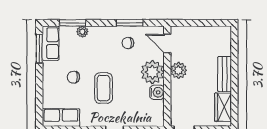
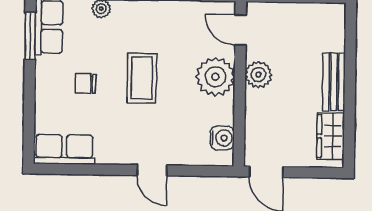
chair: (128, 43) -> (176, 28), removed
coffee table: (103, 88) -> (142, 78), moved
water cooler: (157, 92) -> (222, 138), moved

